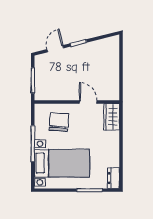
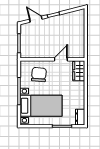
door: (55, 49) -> (36, 19), hinge flipped
door: (88, 102) -> (61, 59), hinge flipped

